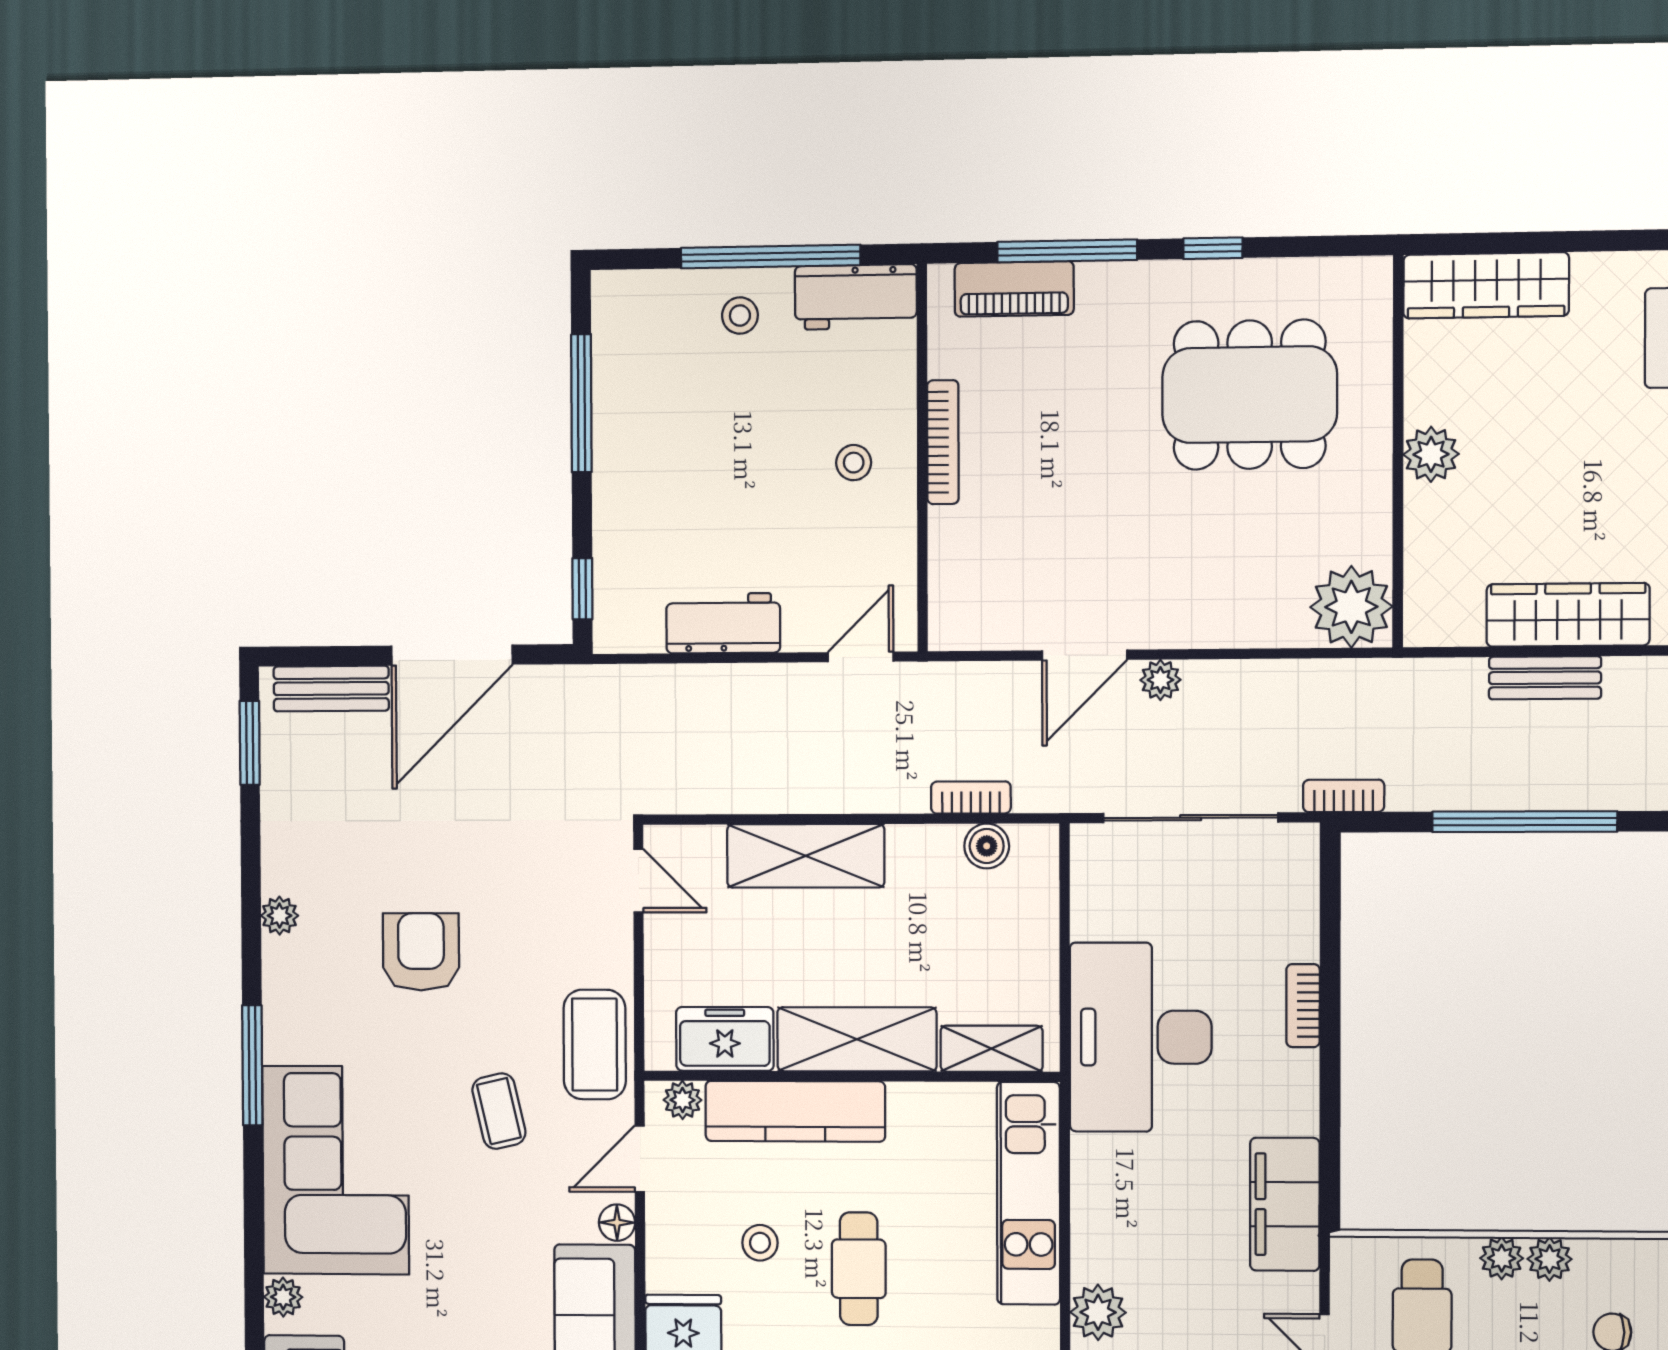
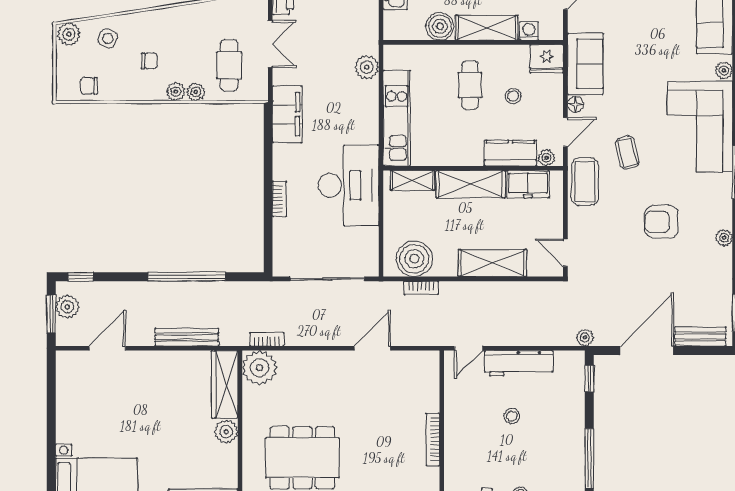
stool: (854, 463) -> (512, 416), moved
wardrobe: (1568, 615) -> (225, 384), moved, turned 90
workbench: (723, 623) -> (519, 363), width x1.37
bench: (1545, 678) -> (187, 337), width x1.36
plant: (1160, 680) -> (585, 338), moved
bookcase: (1344, 796) -> (267, 339), moved, turned 180
boiler: (987, 846) -> (414, 259), width x1.86, depth x1.86
armchair: (421, 952) -> (661, 222), turned 90
kitchen counter: (795, 1111) -> (510, 153), width x0.67

